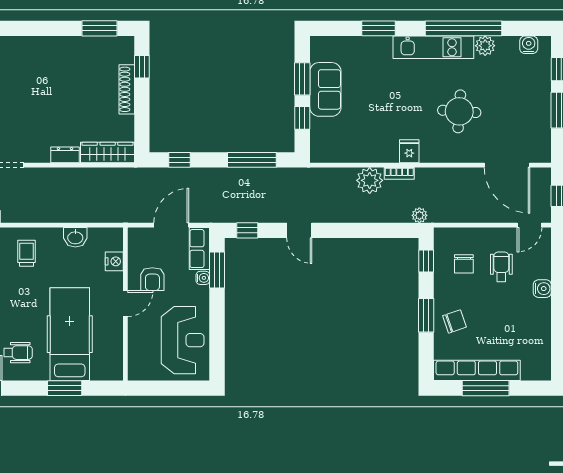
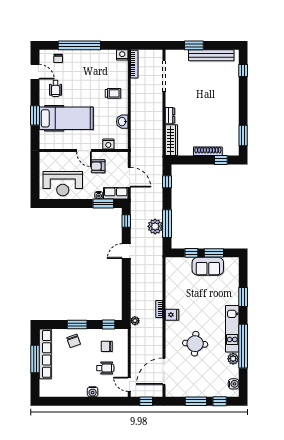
plant: (370, 180) -> (155, 226), moved

